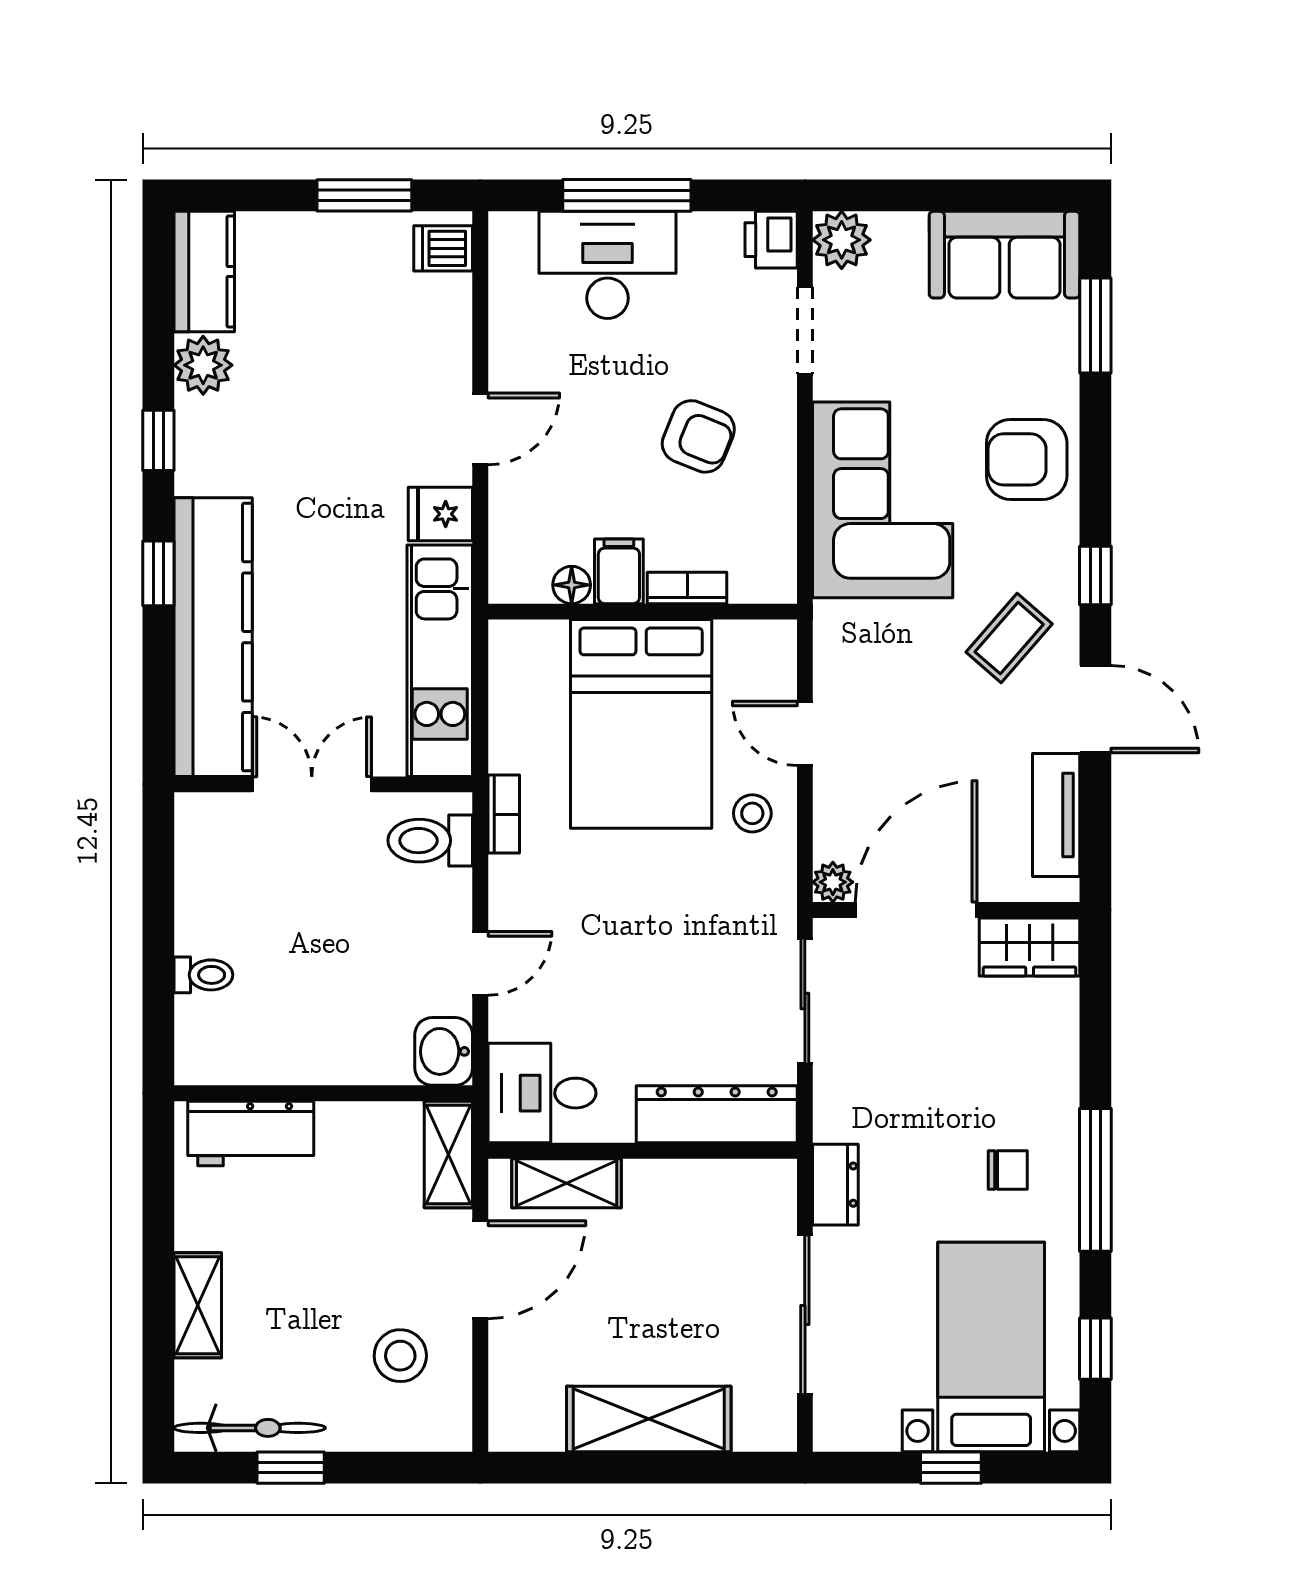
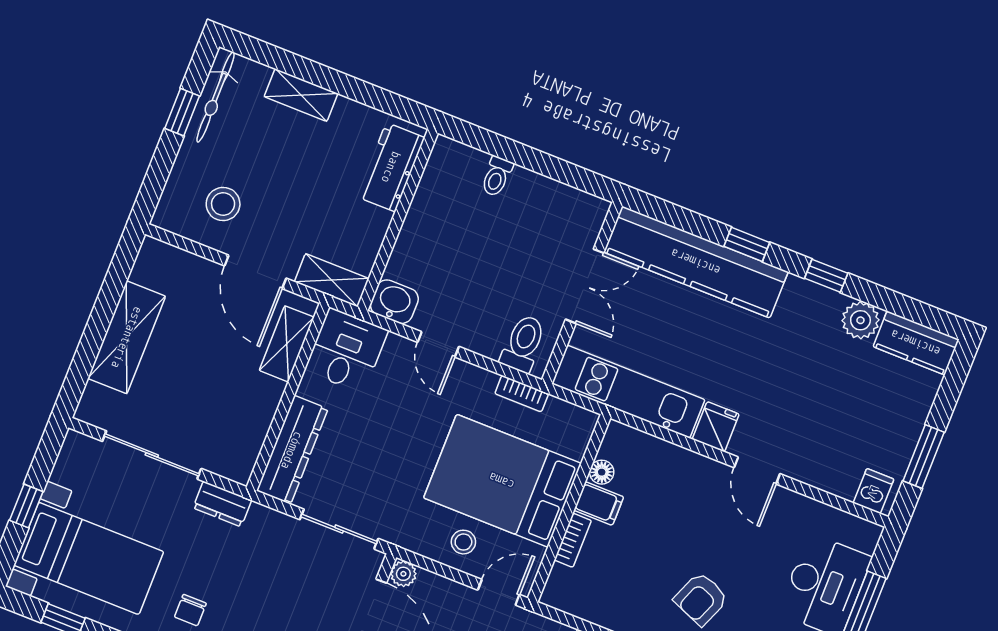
filing cabinet: (619, 571) -> (599, 504), moved
floor lamp: (572, 585) -> (602, 472), moved
bookcase: (687, 588) -> (573, 540), moved
wall: (643, 612) -> (569, 508), moved
bed: (641, 724) -> (502, 481), moved

